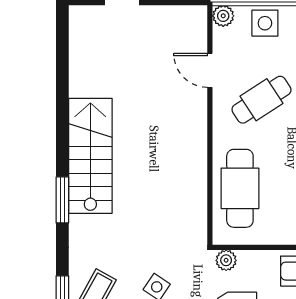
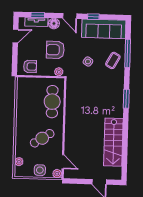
door: (210, 70) -> (63, 162), moved
stairs: (90, 156) -> (113, 142), moved

